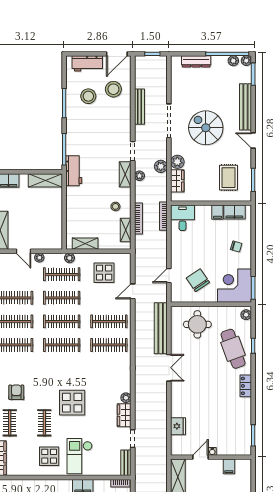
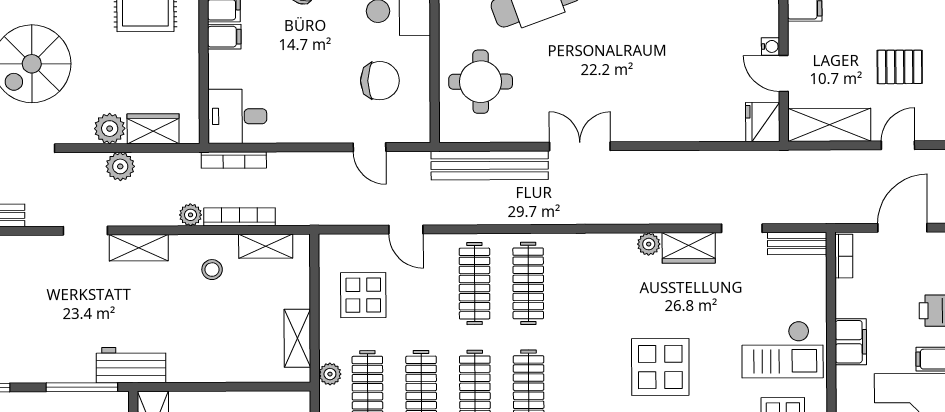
plant: (139, 176) -> (191, 215), moved
chair: (198, 280) -> (380, 81), turned -146
fridge: (178, 426) -> (763, 122), moved, turned -90

